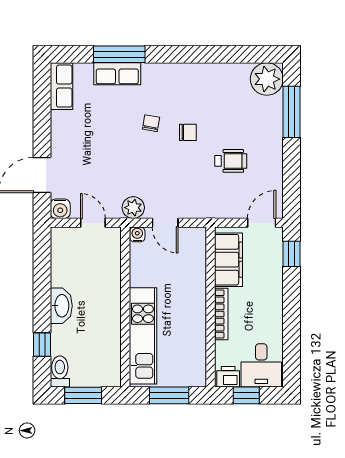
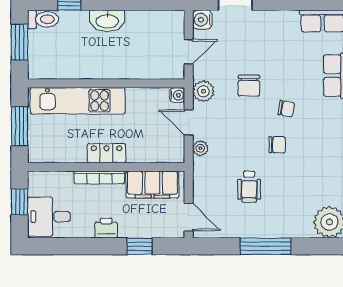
window: (292, 112) -> (266, 246), moved
chair: (188, 132) -> (277, 145), turned -90
chair: (128, 161) -> (249, 86), added
plant: (191, 211) -> (200, 148), added
door: (165, 223) -> (189, 122), hinge flipped
window: (292, 254) -> (140, 246), moved
locker: (196, 307) -> (107, 153), added
printer: (228, 377) -> (106, 228), moved, turned -90

